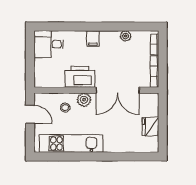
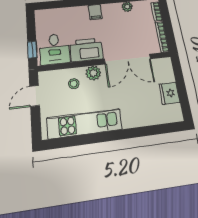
desk: (49, 44) -> (54, 49), moved, turned -90
window: (30, 71) -> (32, 50), added
door: (30, 114) -> (35, 96), swing flipped

